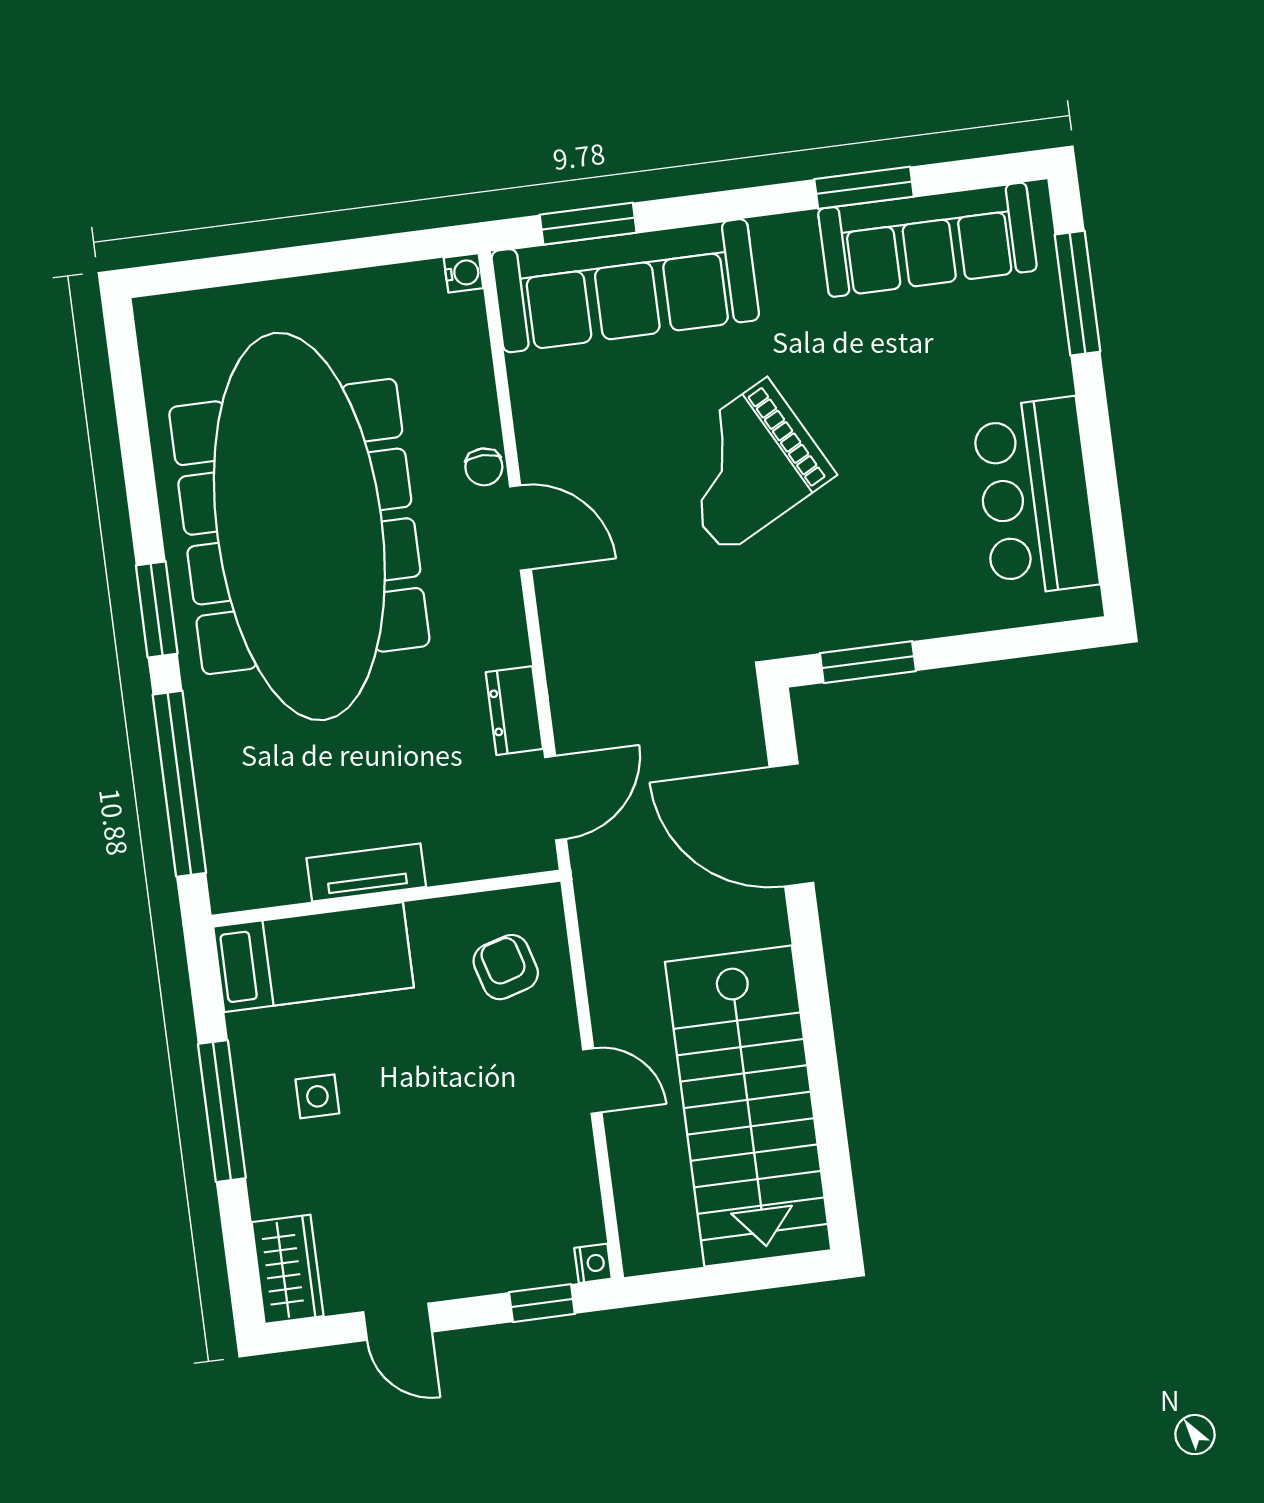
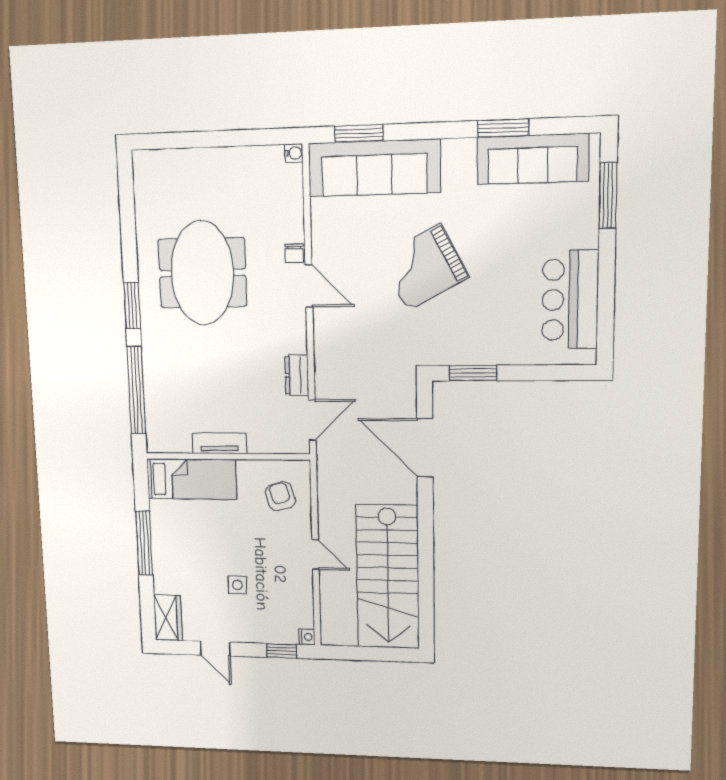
meeting table: (299, 527) -> (202, 273), width x0.54, depth x0.79
side table: (317, 1096) -> (237, 585), moved

